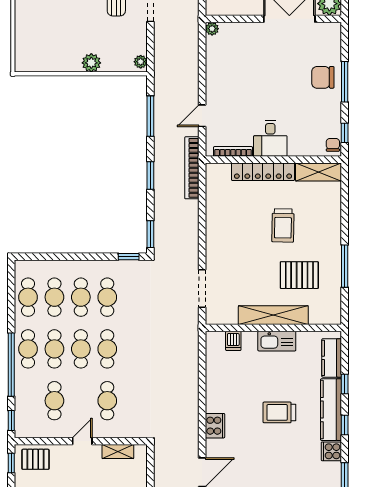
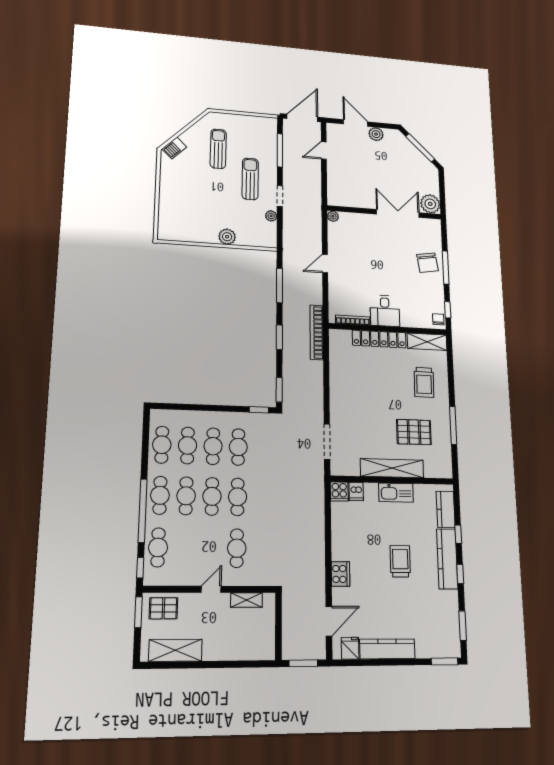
plant: (141, 62) -> (271, 216), moved
chair: (323, 77) -> (427, 263), turned -99
door: (202, 116) -> (325, 264), moved
trolley: (283, 225) -> (424, 382), moved
cafe table: (54, 401) -> (158, 547), moved
trolley: (279, 412) -> (400, 561), turned 90
cooker: (331, 451) -> (339, 491), moved, turned -90
window: (11, 463) -> (138, 612), width x1.50

